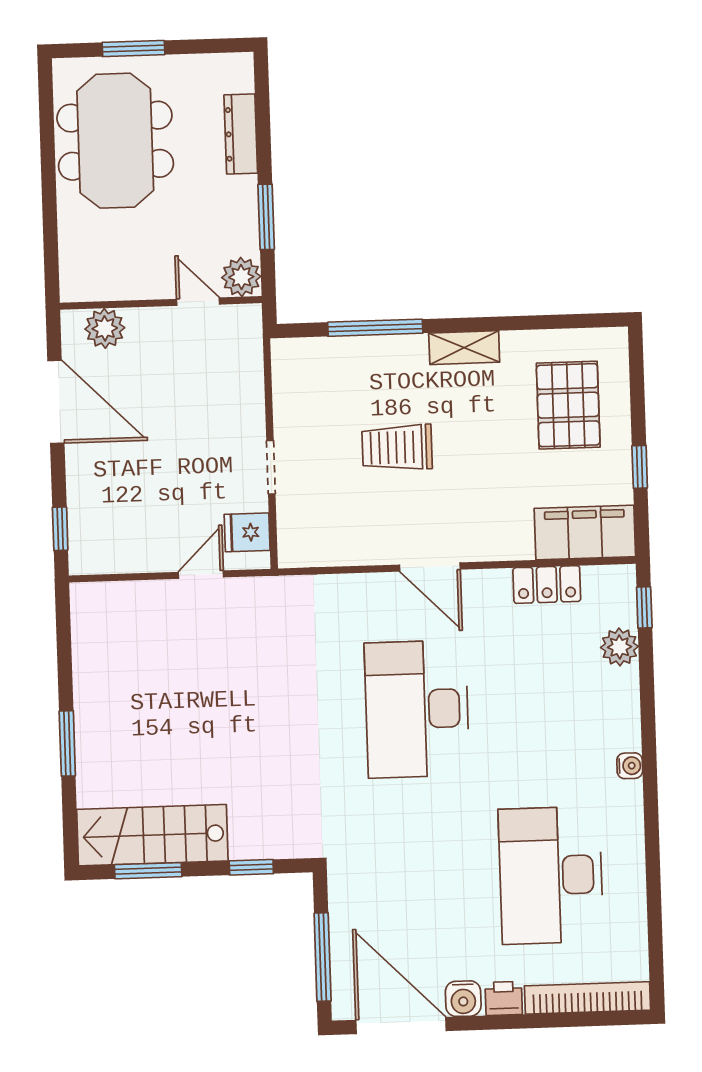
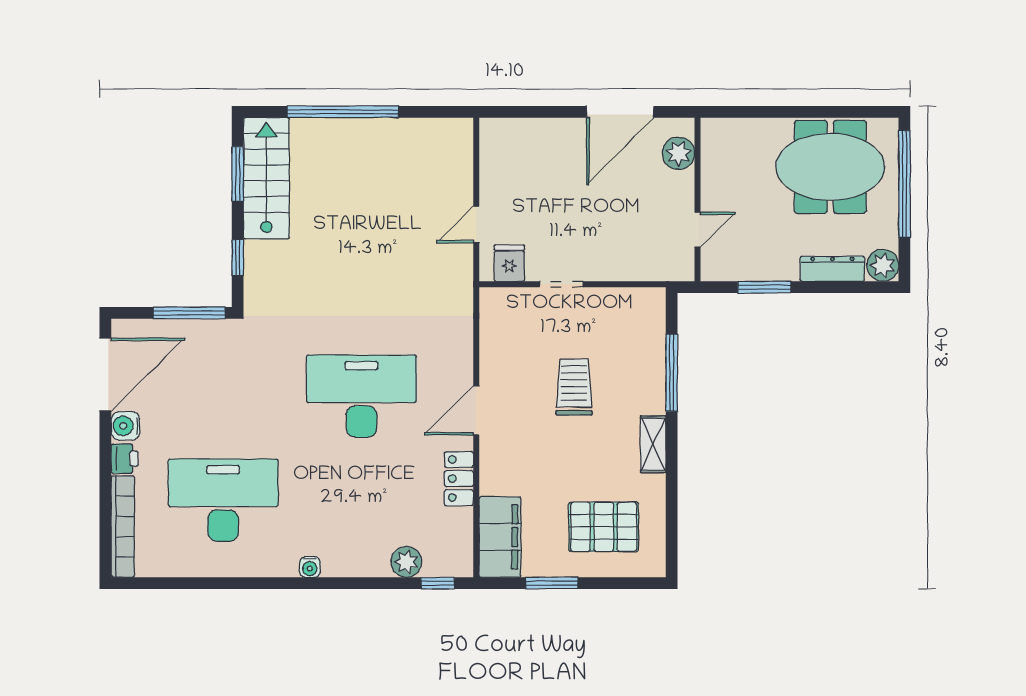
window: (133, 49) -> (904, 184), width x2.11
plant: (241, 277) -> (883, 265), moved
window: (640, 467) -> (552, 583), width x1.50
window: (60, 529) -> (517, 112), removed
door: (201, 575) -> (476, 225), swing flipped
locker: (547, 585) -> (459, 479), moved
window: (67, 743) -> (343, 112), width x2.11
window: (323, 957) -> (189, 313), moved

